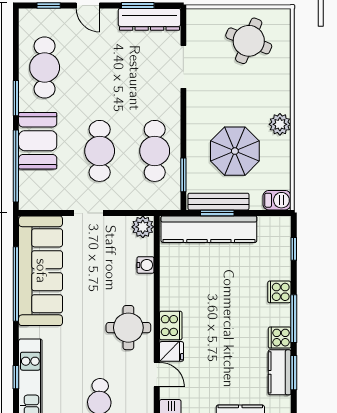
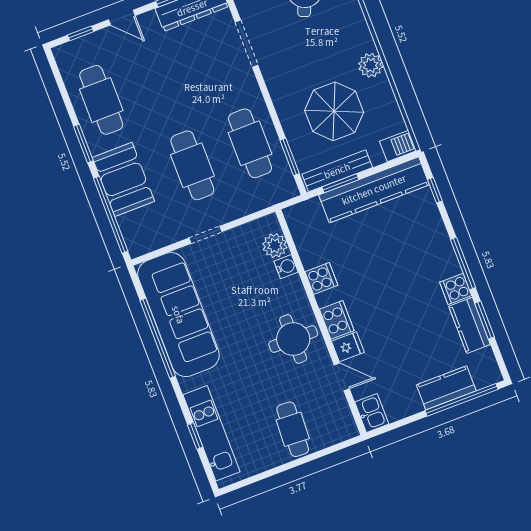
plant: (143, 227) -> (275, 246), moved
kitchen counter: (209, 229) -> (374, 190), moved
cooker: (279, 292) -> (321, 278), moved, turned 180

